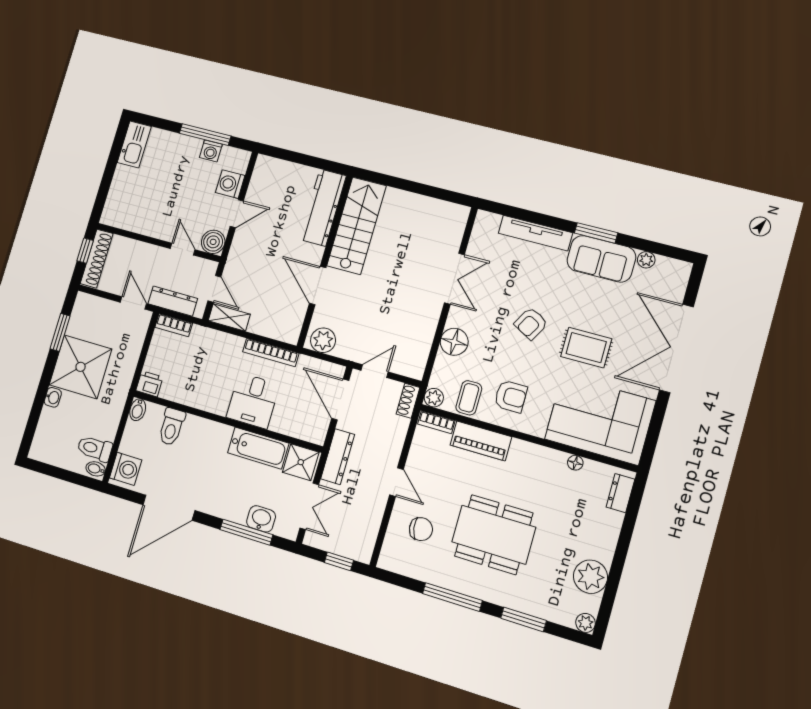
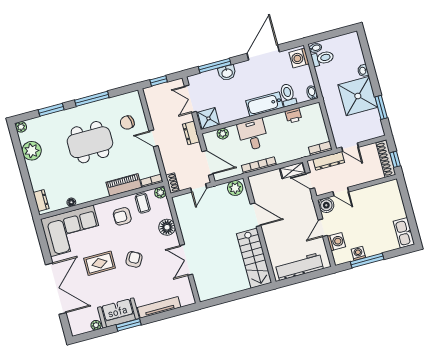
workbench: (323, 208) -> (299, 267), moved, turned -90
printer: (149, 384) -> (294, 115), moved
plant: (294, 428) -> (223, 134), added
bathtub: (258, 448) -> (265, 104), moved
dresser: (338, 457) -> (191, 133), width x0.70
washbasin: (261, 519) -> (227, 73), moved

